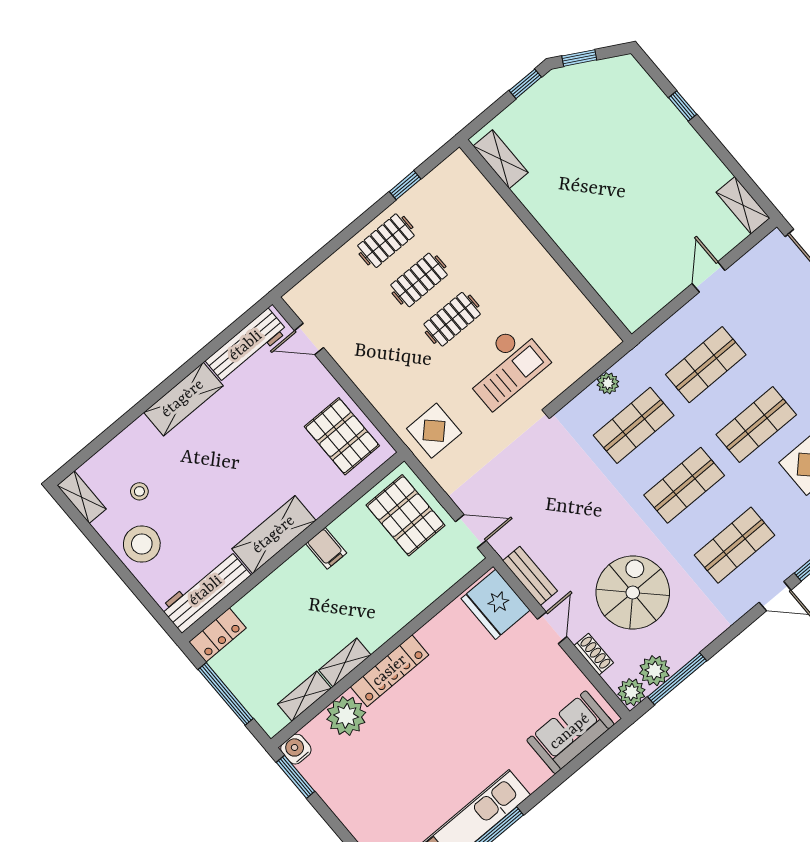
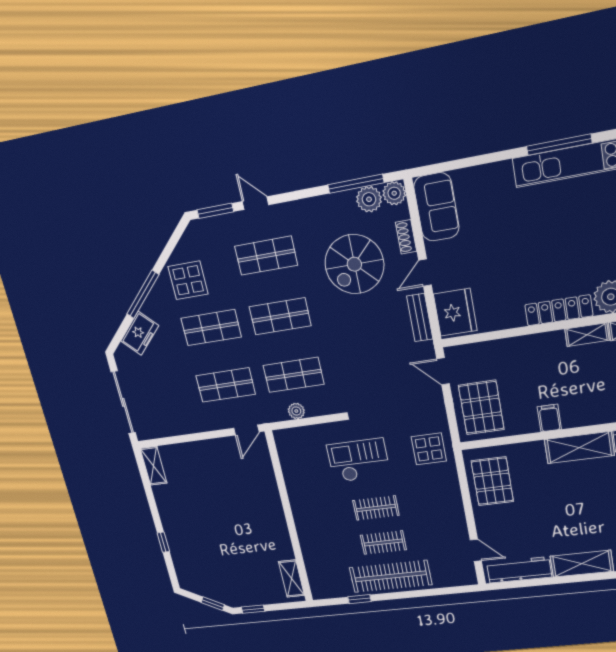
clothes rail: (386, 241) -> (391, 576), width x1.86, depth x1.31
door: (709, 277) -> (246, 430), moved
sofa: (570, 732) -> (436, 207), moved, turned -90

